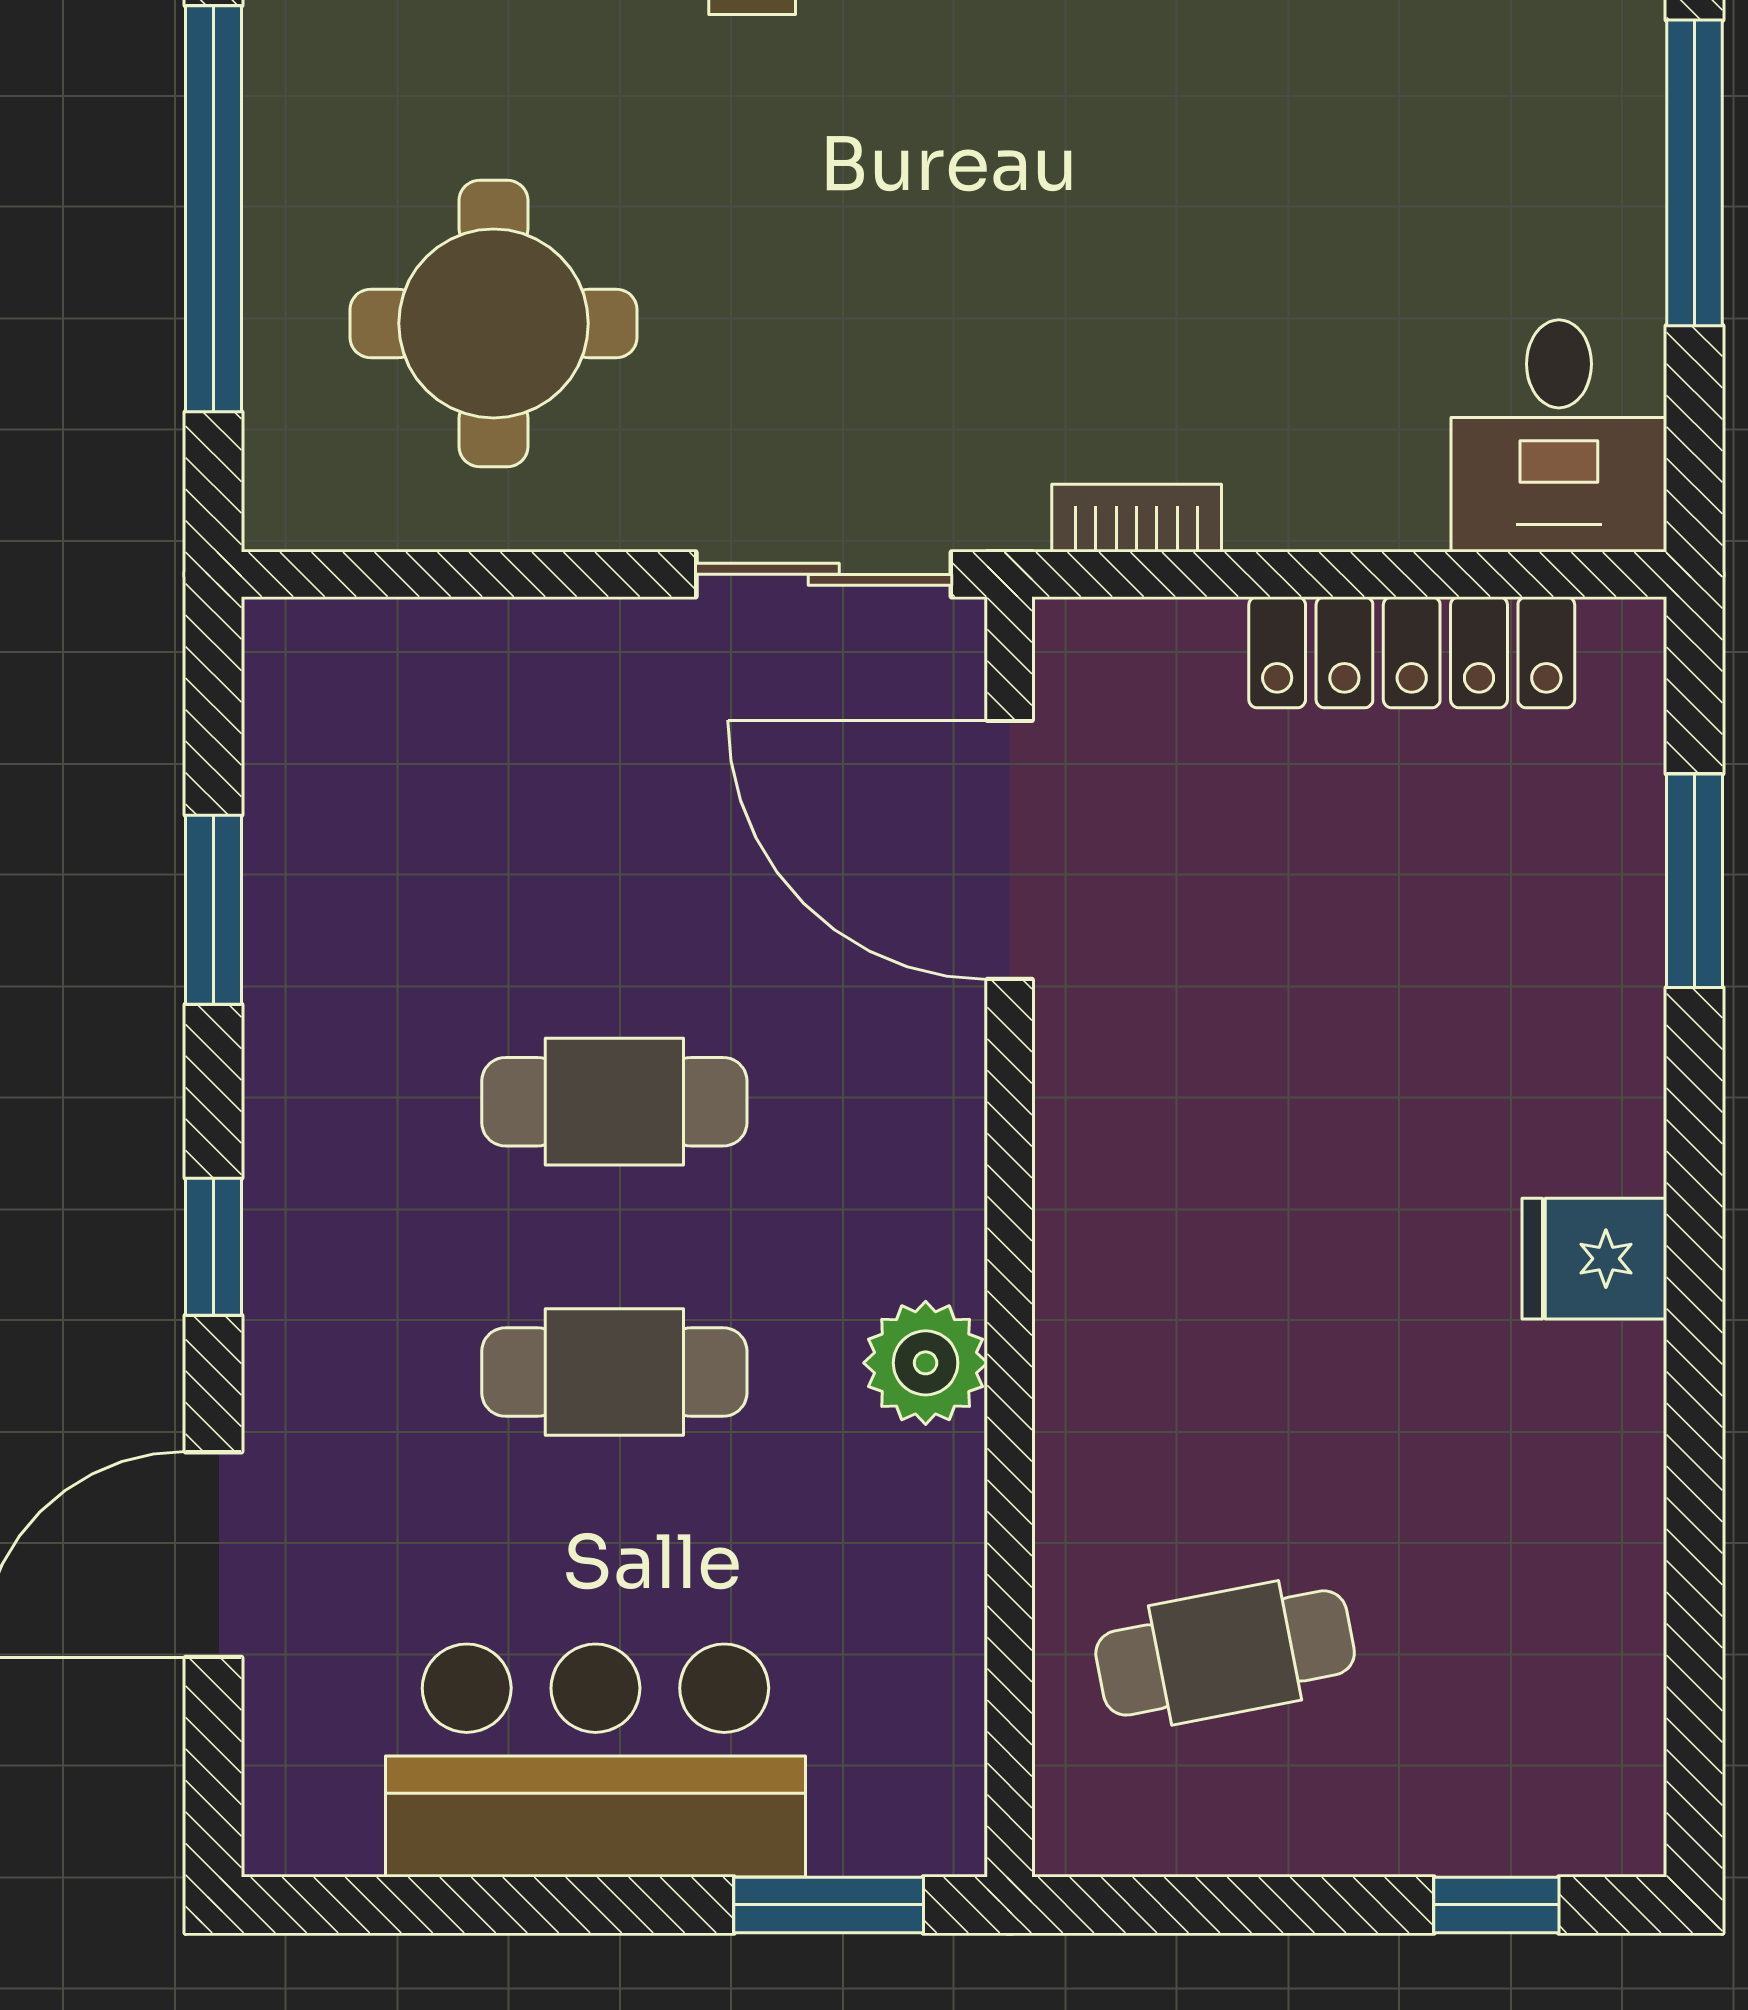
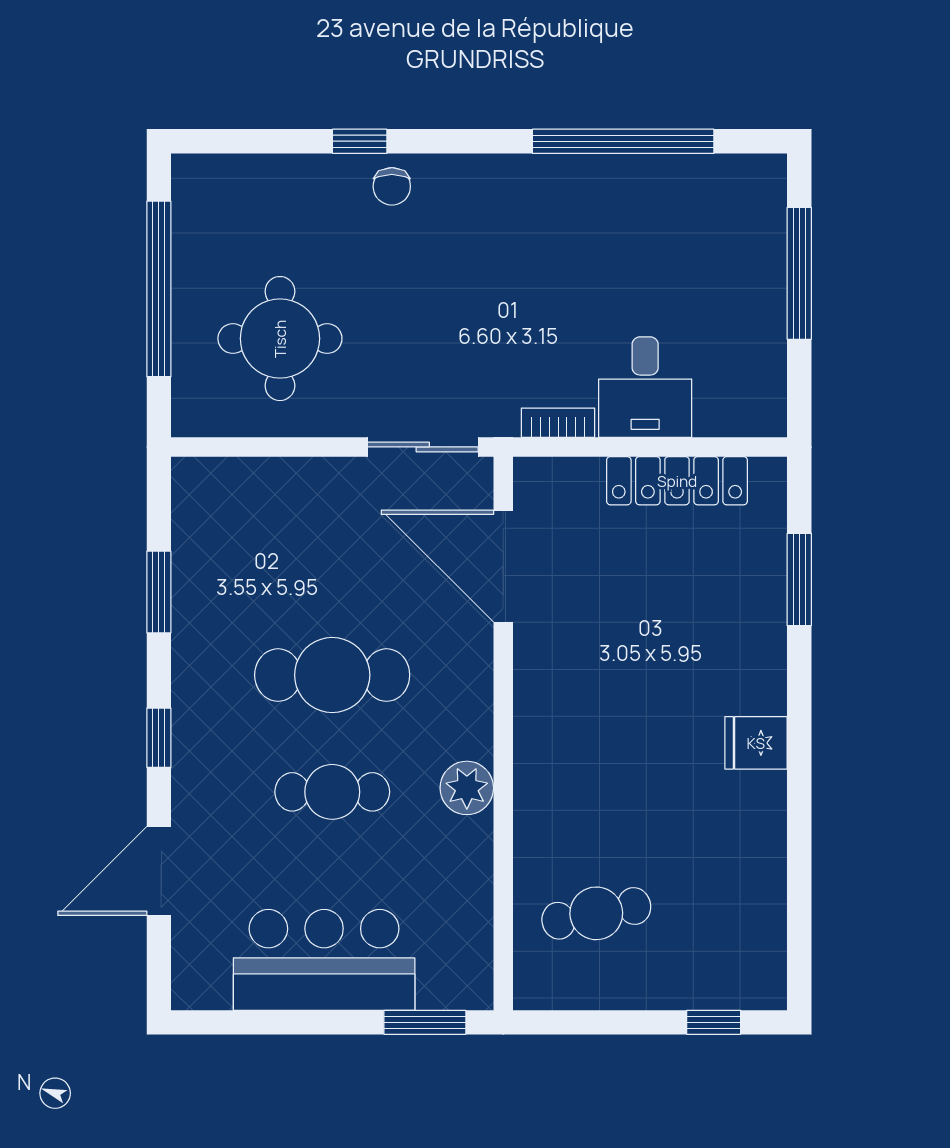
desk: (1559, 436) -> (645, 387), moved
cafe table: (614, 1102) -> (332, 675), width x1.37, depth x1.35

